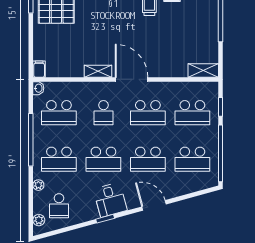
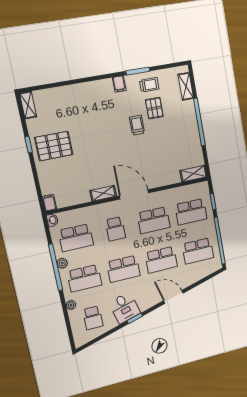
desk: (110, 200) -> (125, 308), moved
plant: (39, 220) -> (62, 263), moved

